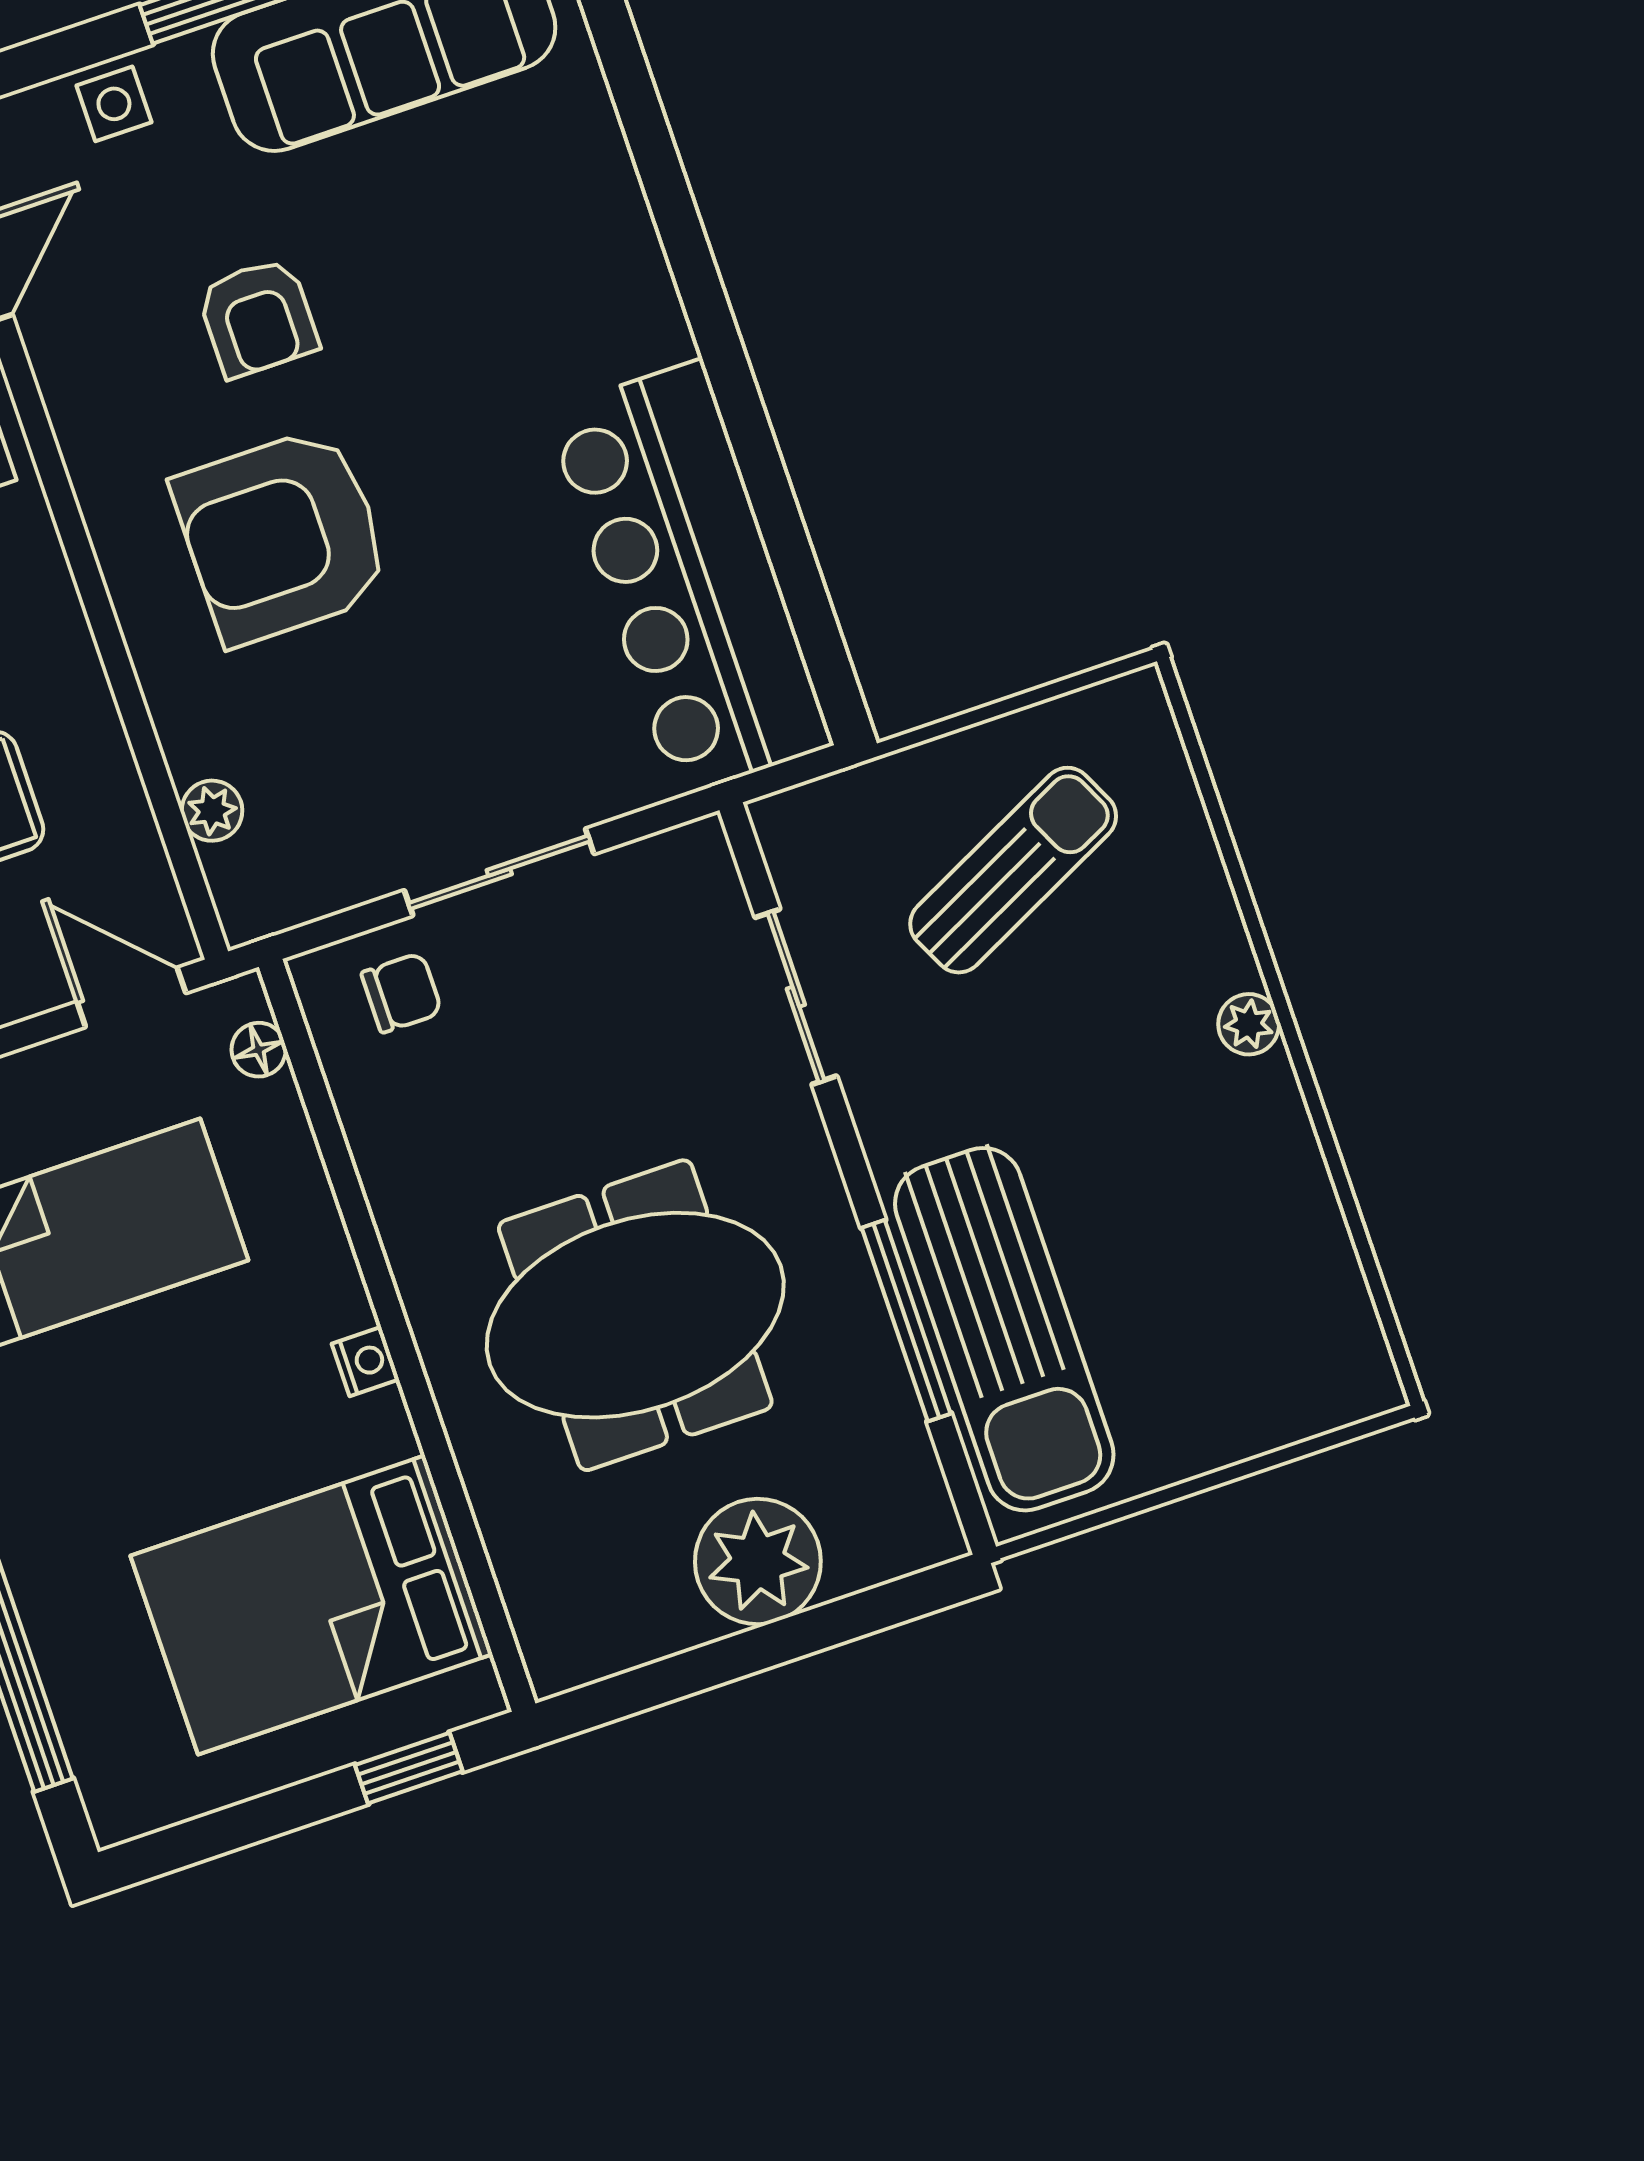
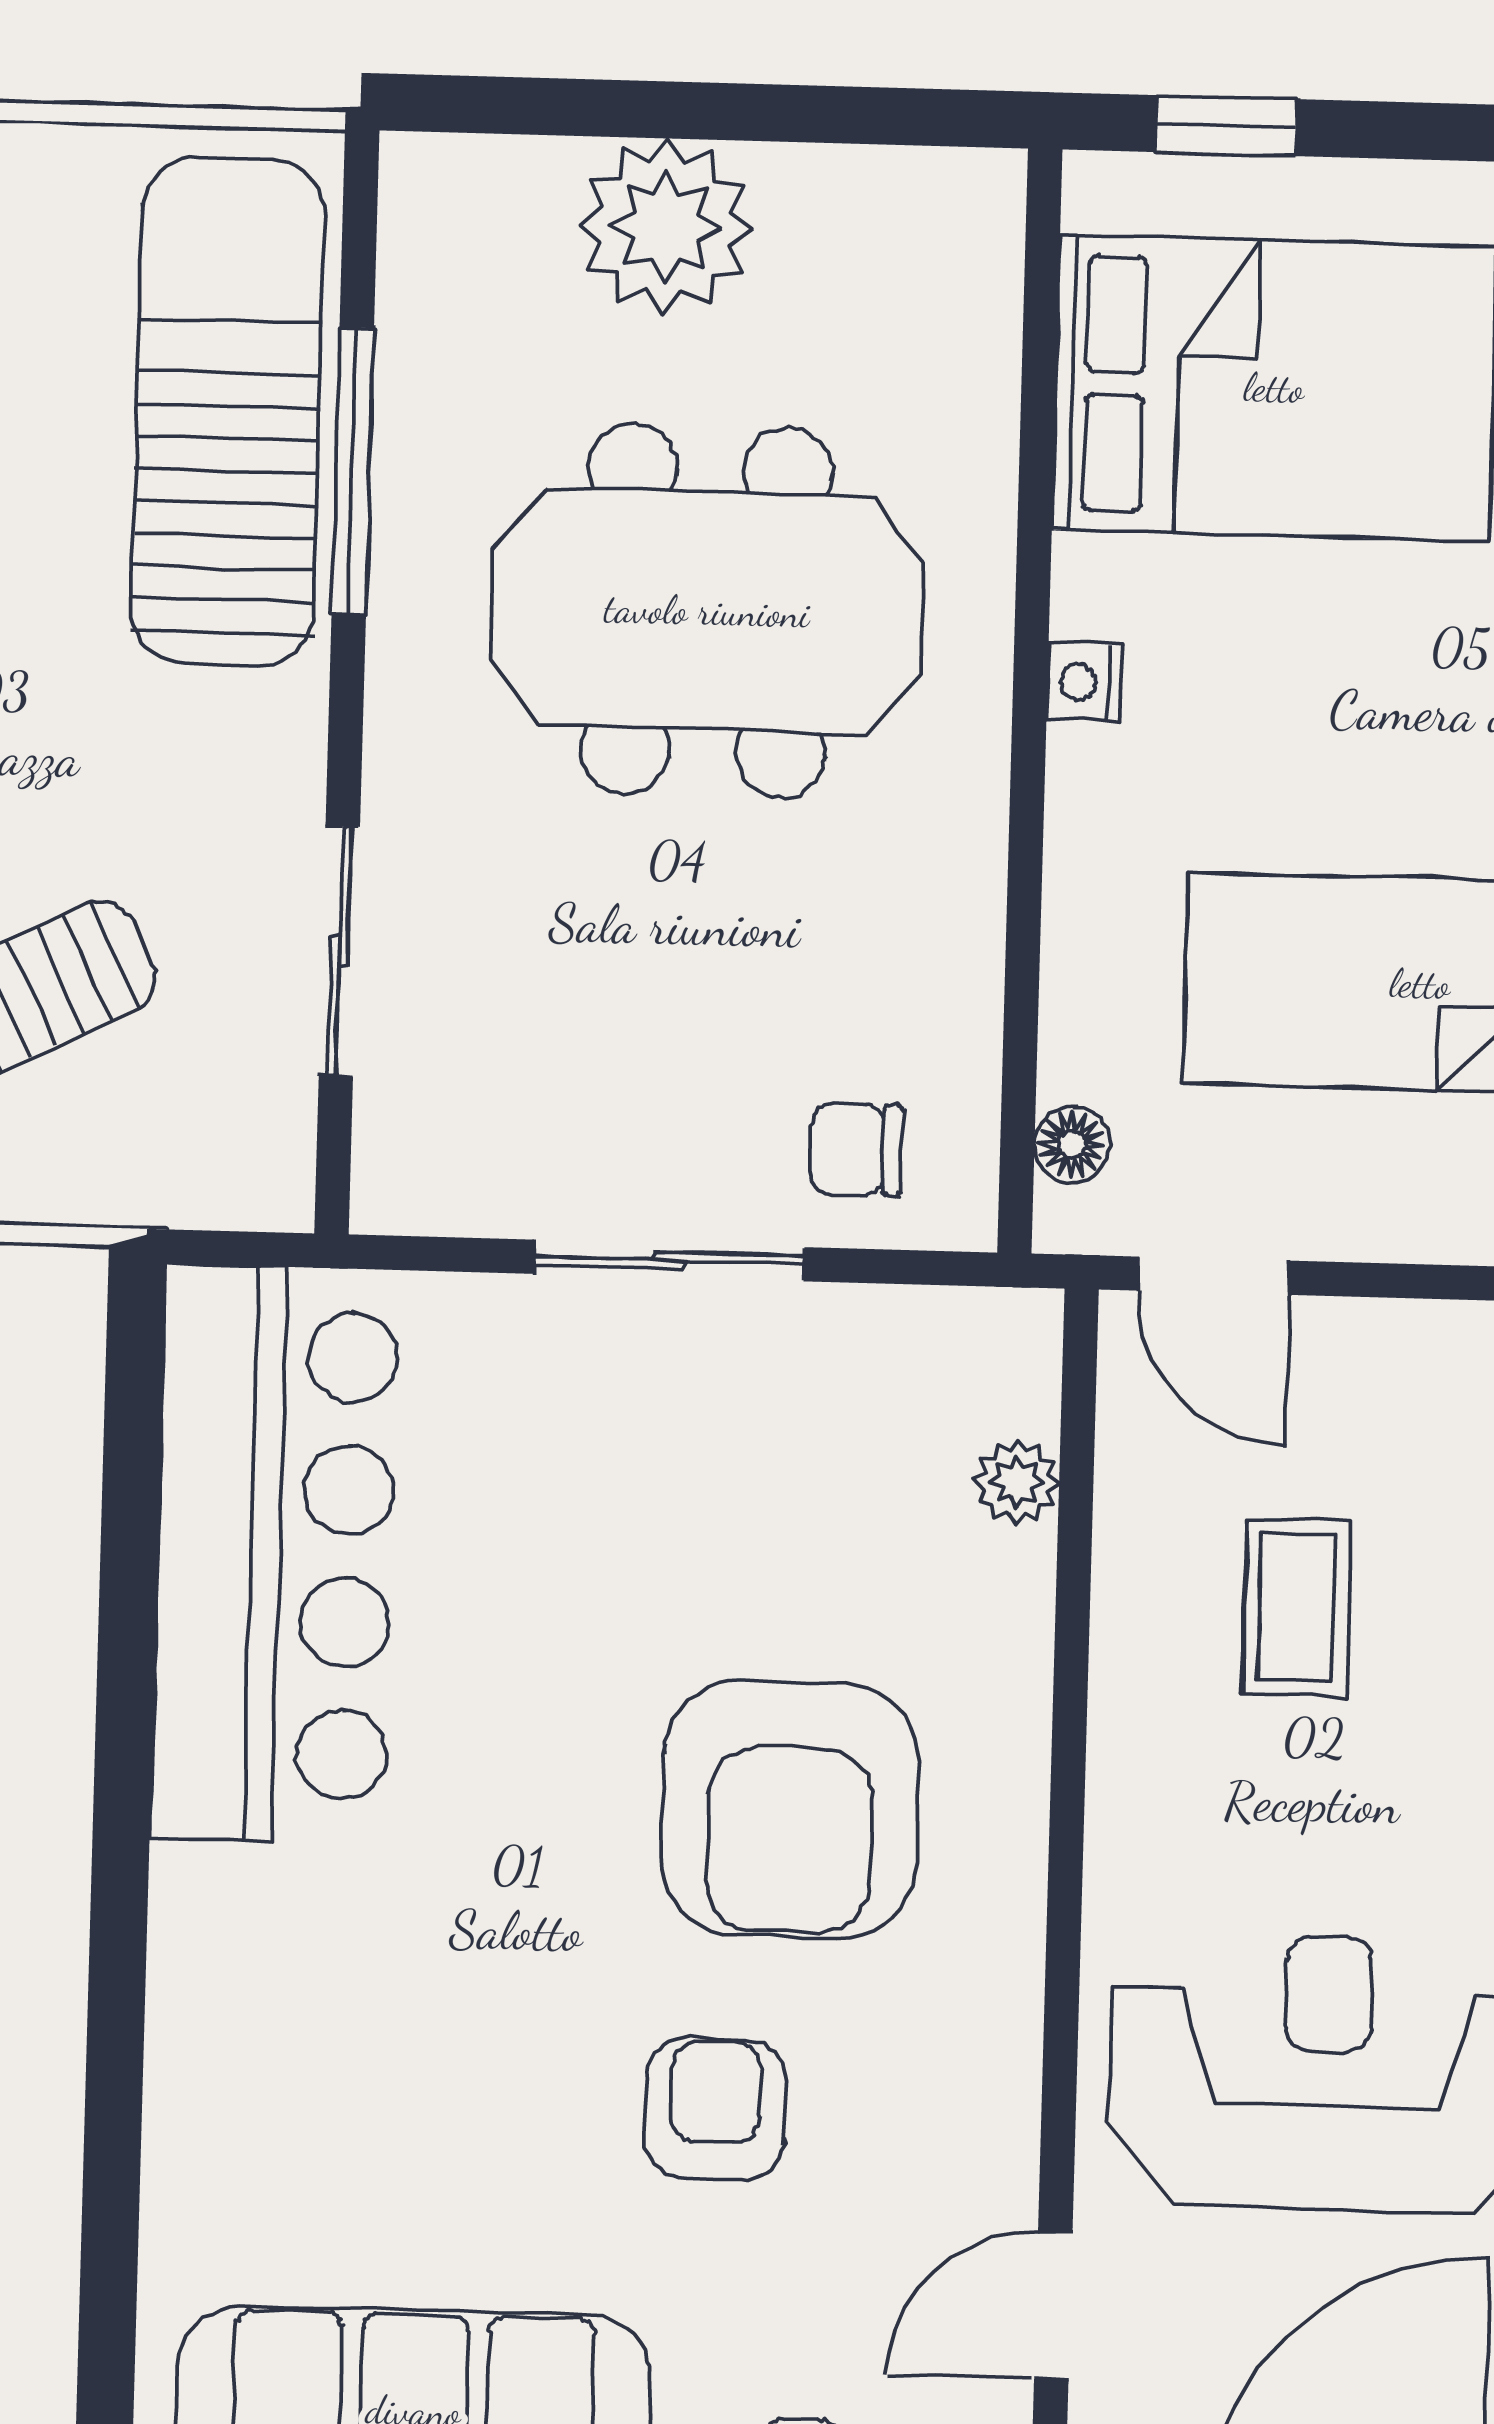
armchair: (282, 536) -> (790, 1809), turned 90

